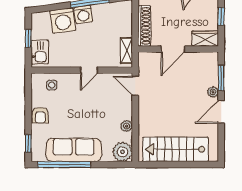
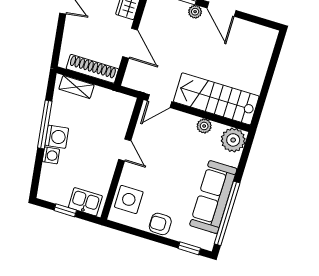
washing machine: (63, 20) -> (51, 155), width x0.53, depth x0.53
shelving: (126, 51) -> (77, 87), moved
side table: (52, 85) -> (129, 199), width x1.87, depth x1.87
armchair: (40, 115) -> (160, 224), turned 180
stairs: (176, 149) -> (216, 99), moved, turned 90

